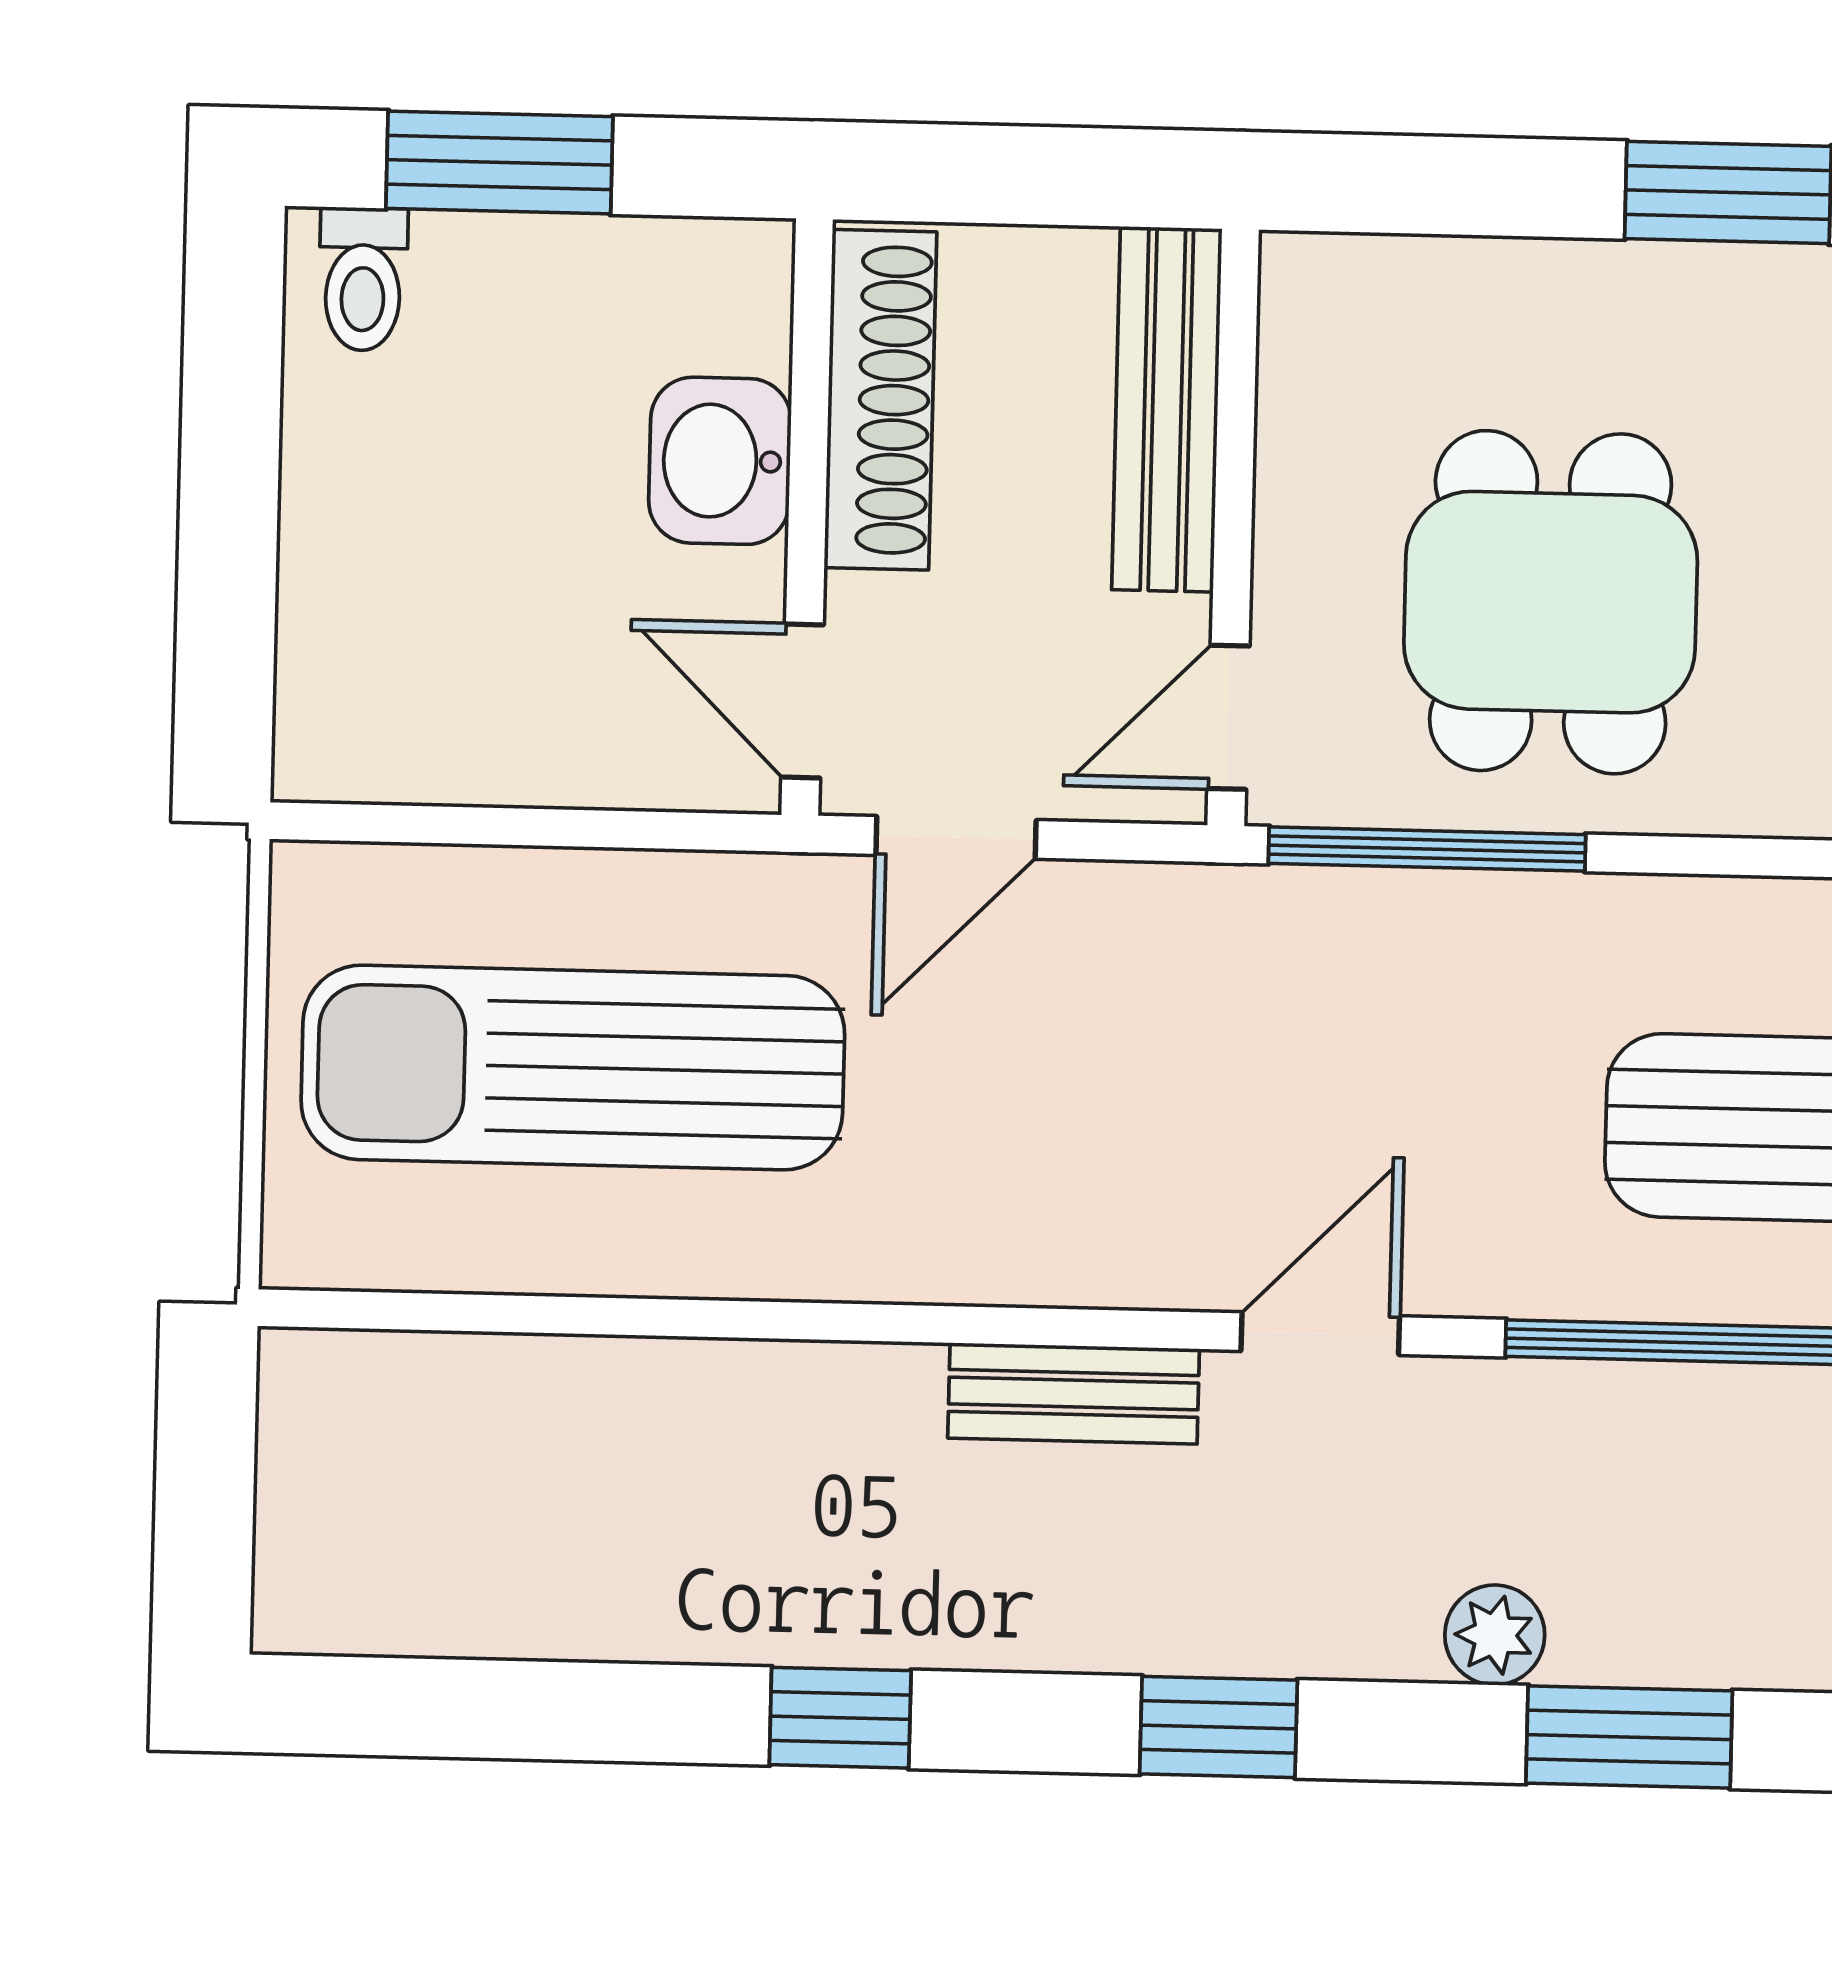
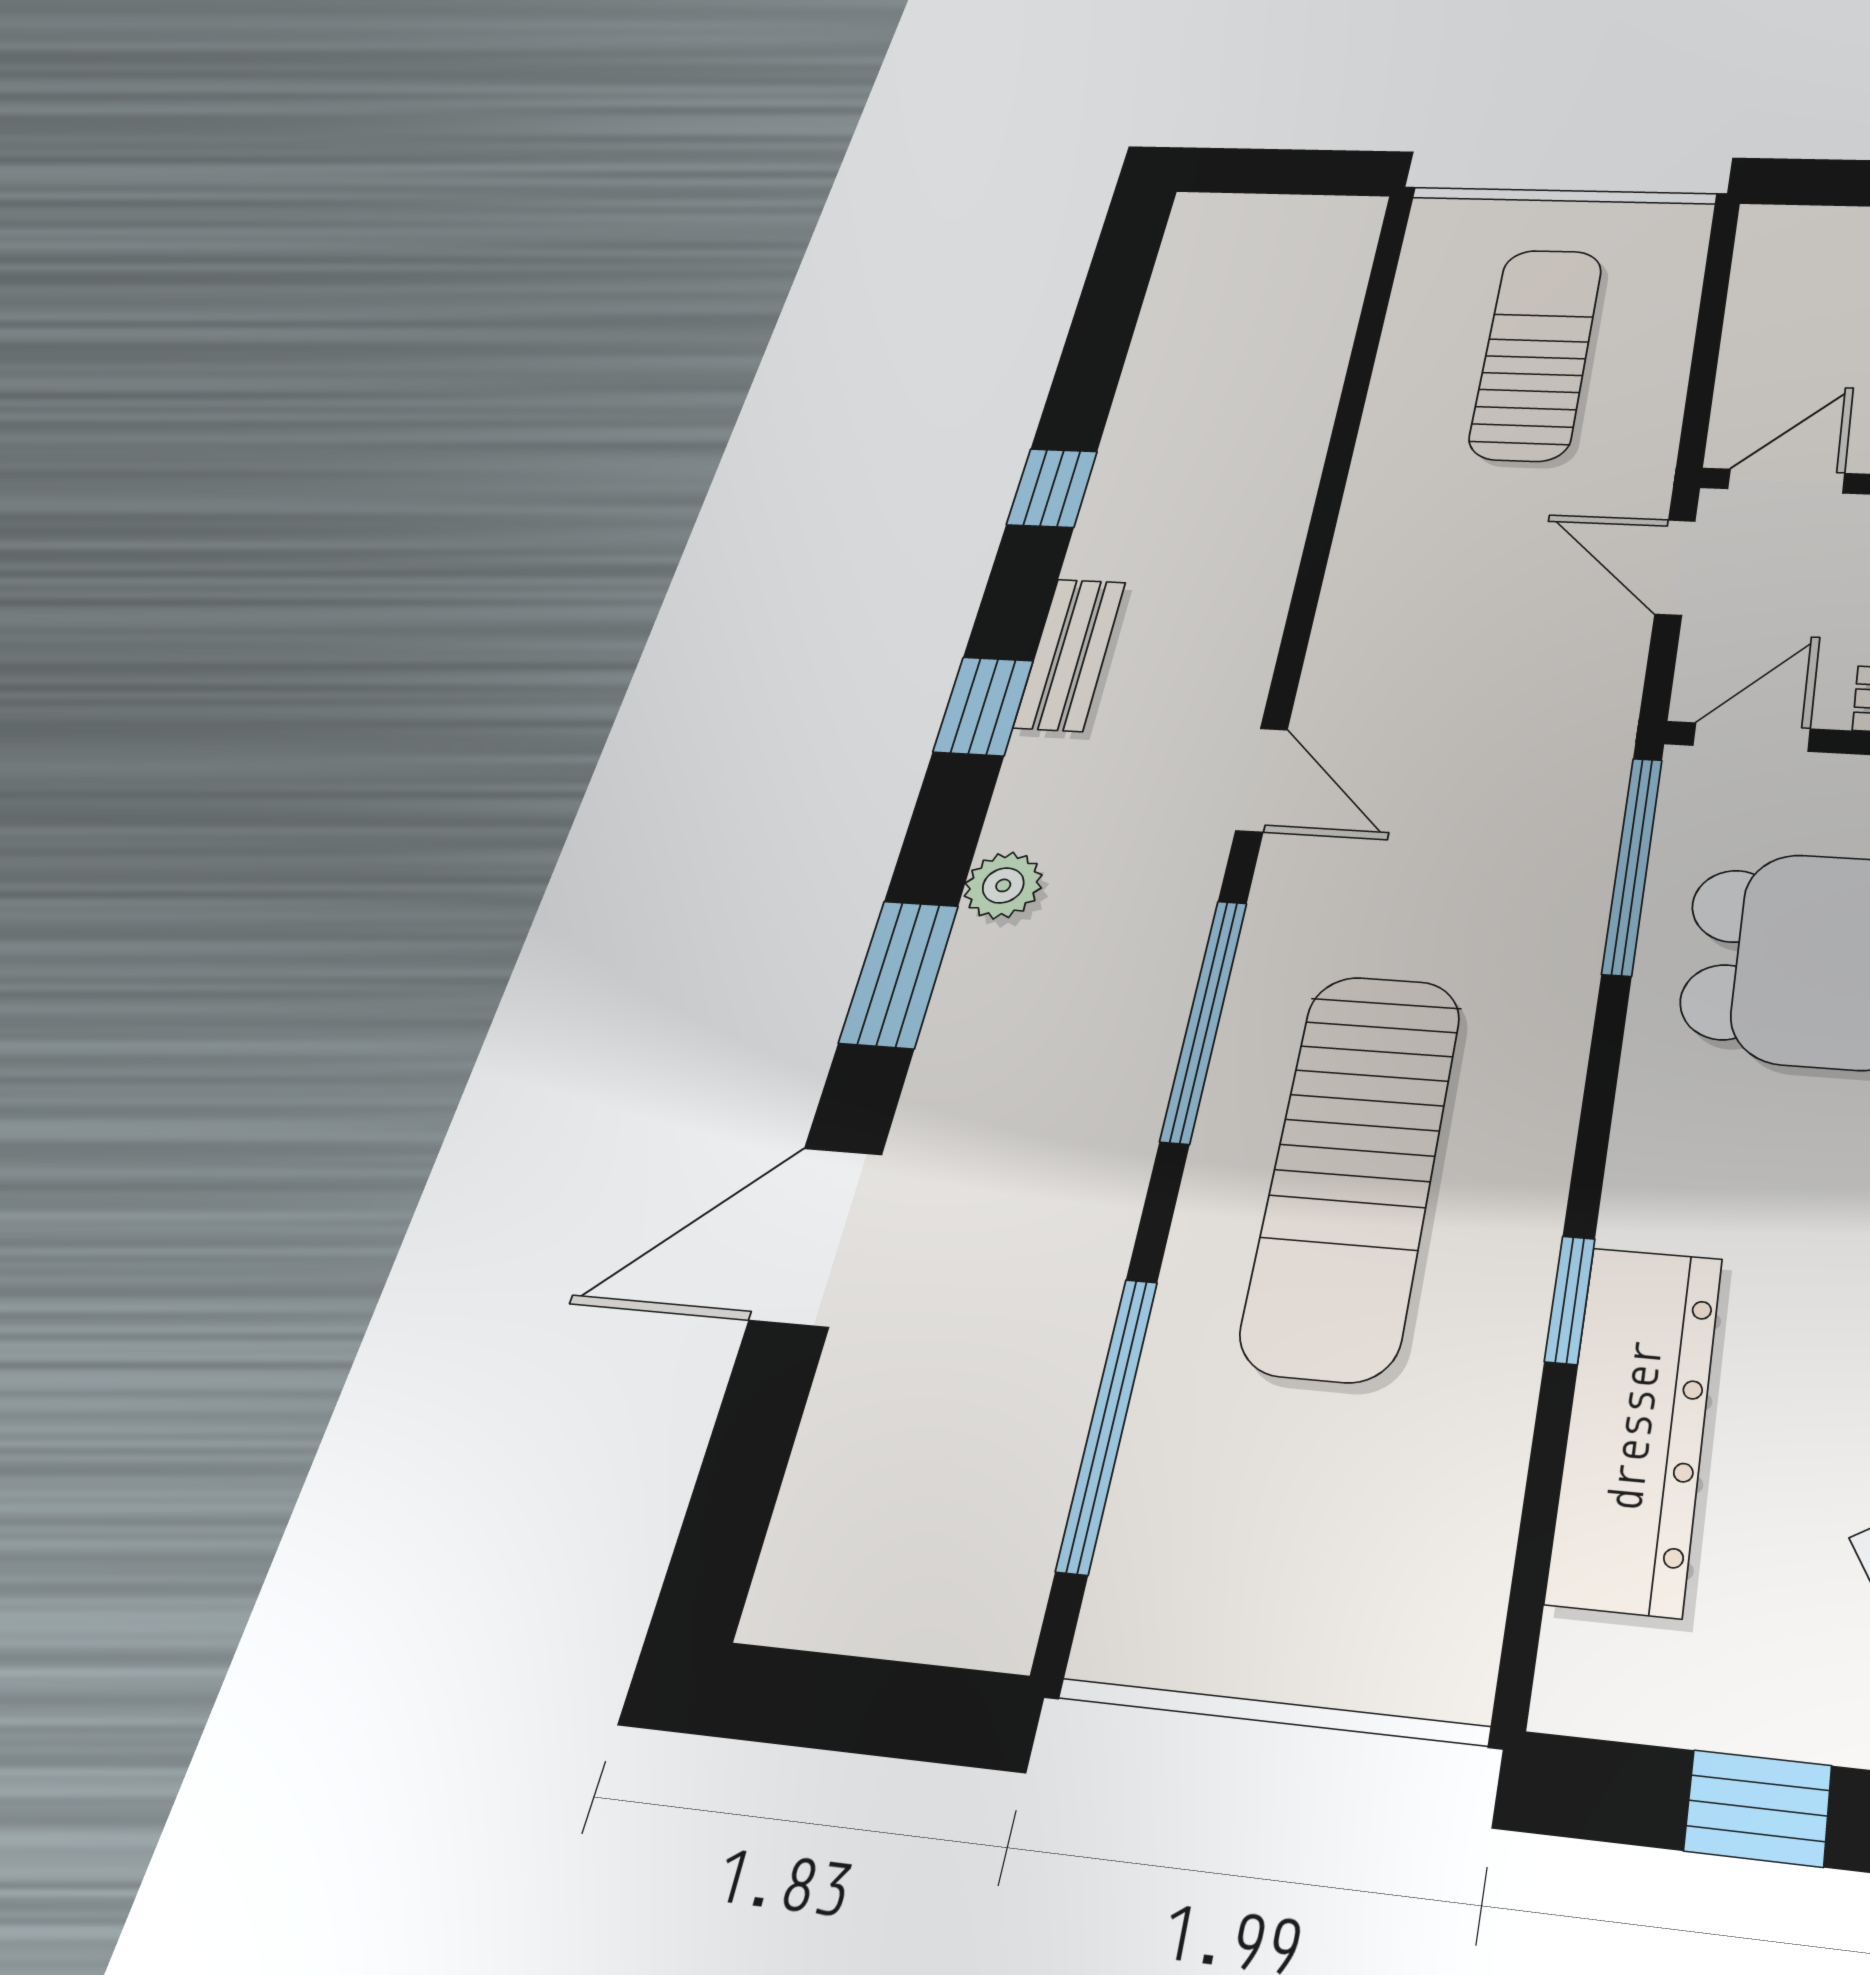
door: (1228, 717) -> (1752, 737), hinge flipped
sun lounger: (573, 1068) -> (1536, 353), width x0.73, depth x0.75
bench: (1074, 1393) -> (1070, 654), moved

